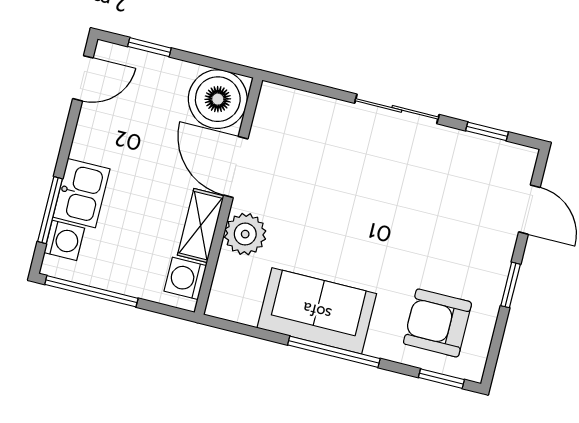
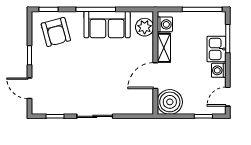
door: (236, 167) -> (155, 76), swing flipped
plant: (245, 234) -> (145, 27), moved
washing machine: (64, 240) -> (219, 70), moved
armchair: (437, 323) -> (56, 32), turned 75

